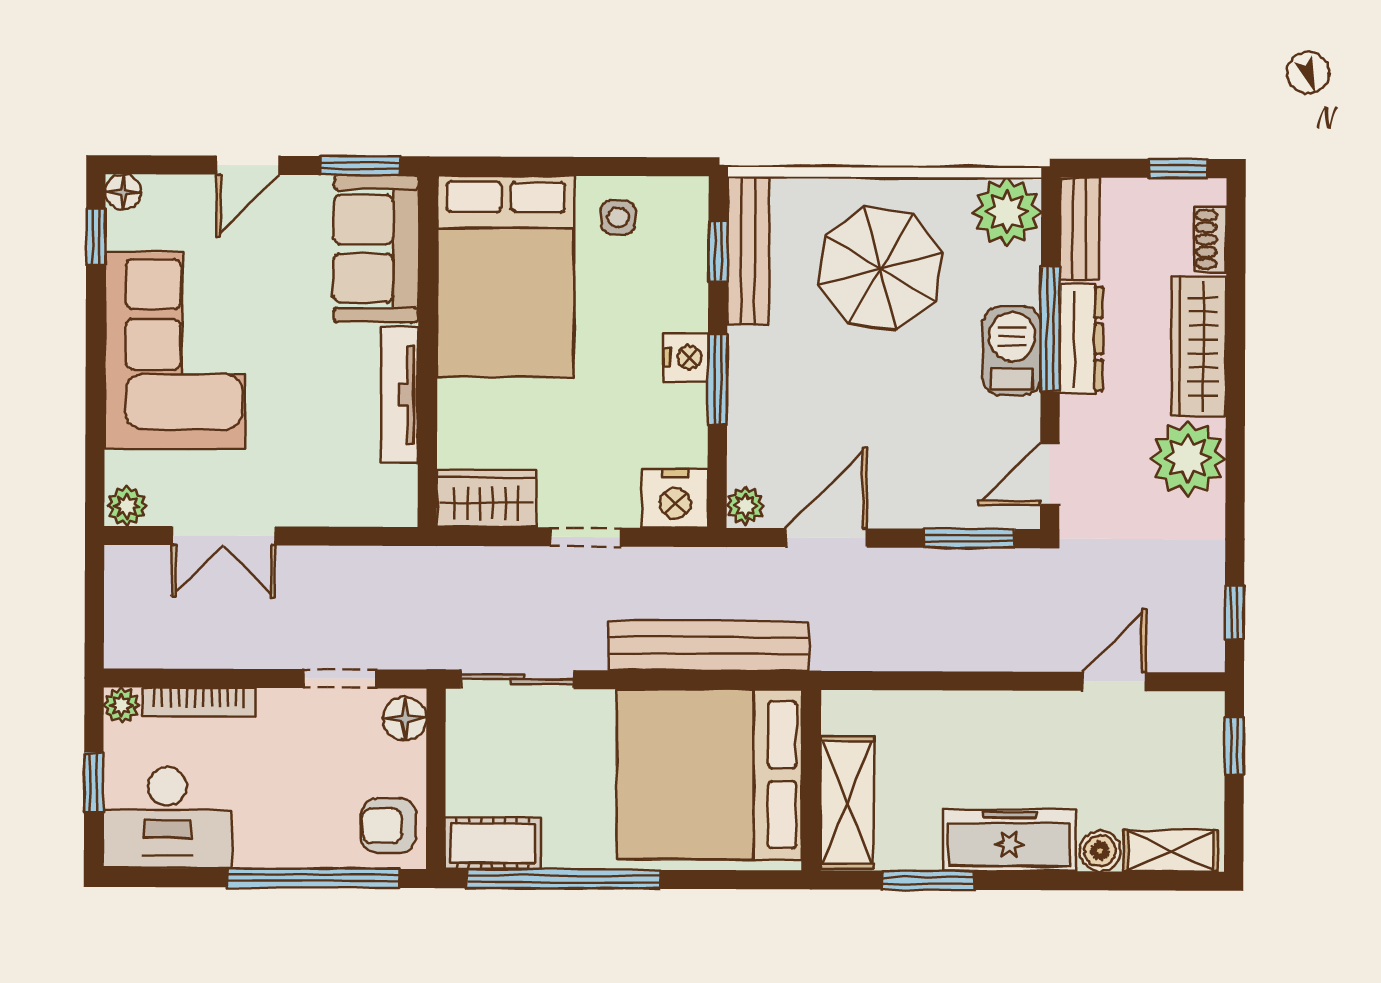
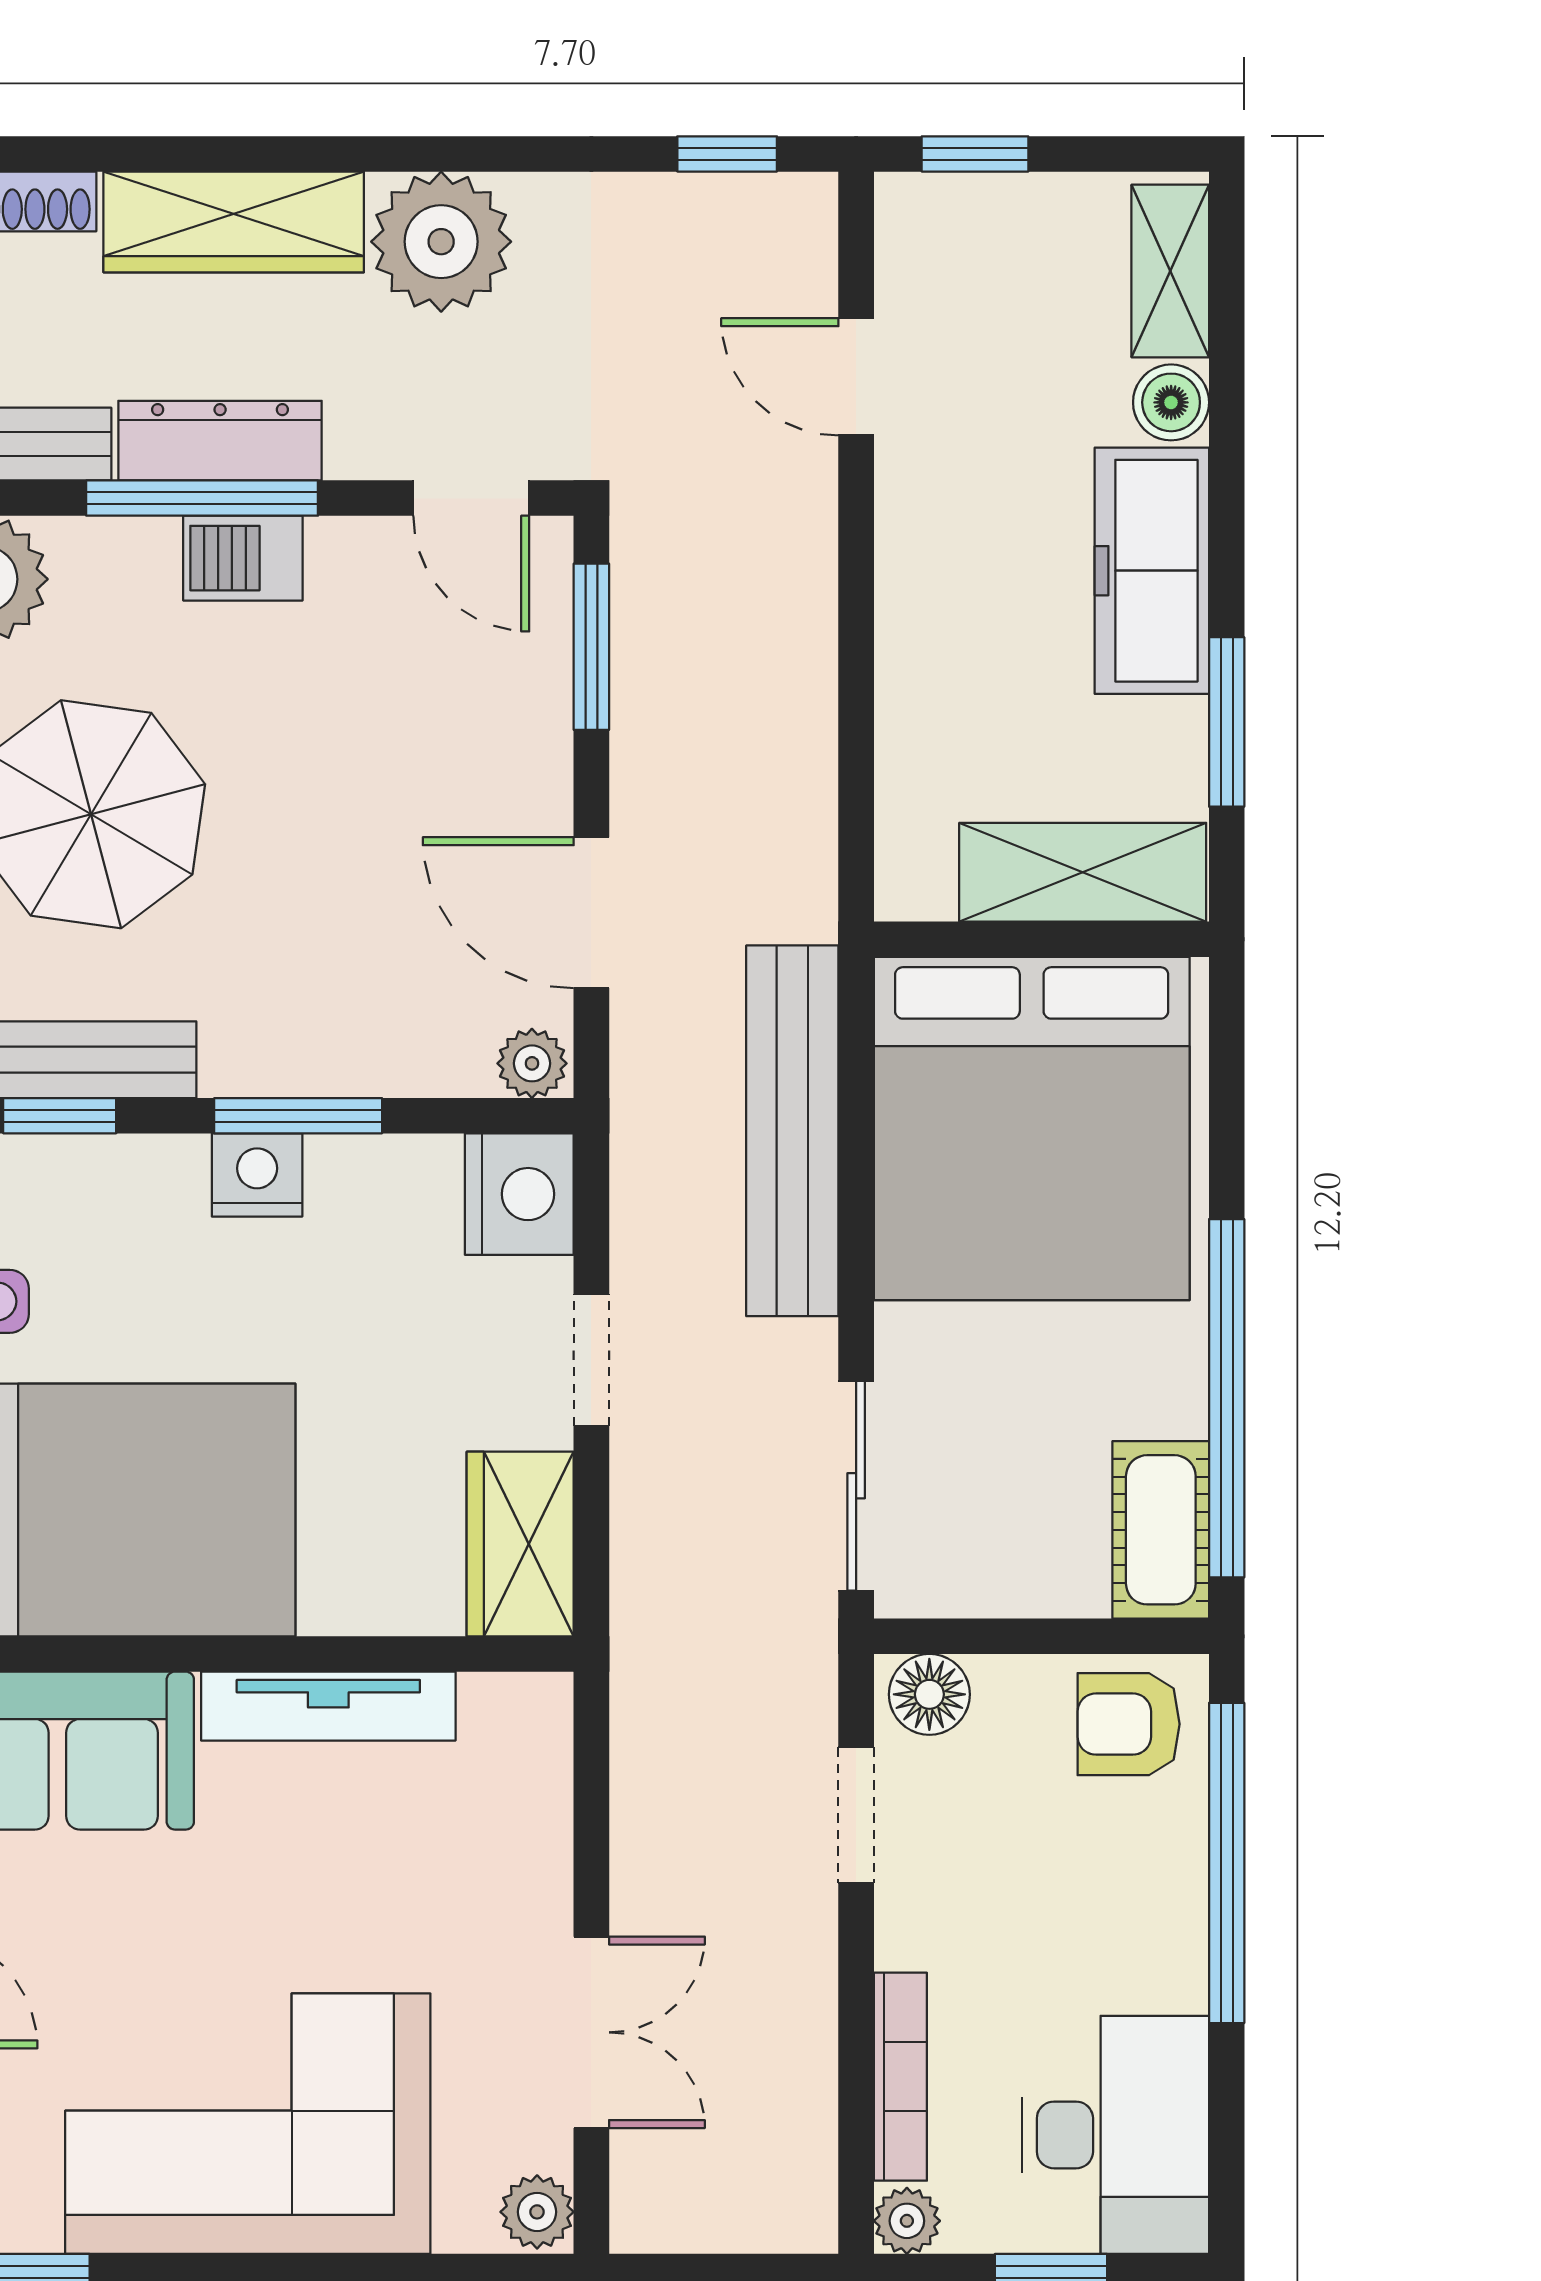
barbecue: (1012, 351) -> (243, 558), width x0.73, depth x0.79
armchair: (388, 826) -> (1129, 1724), turned 90

